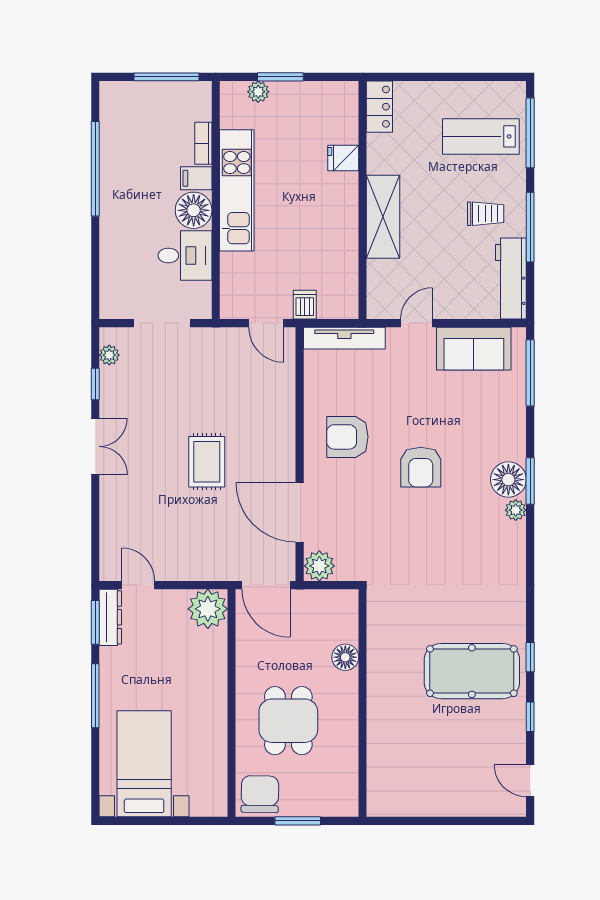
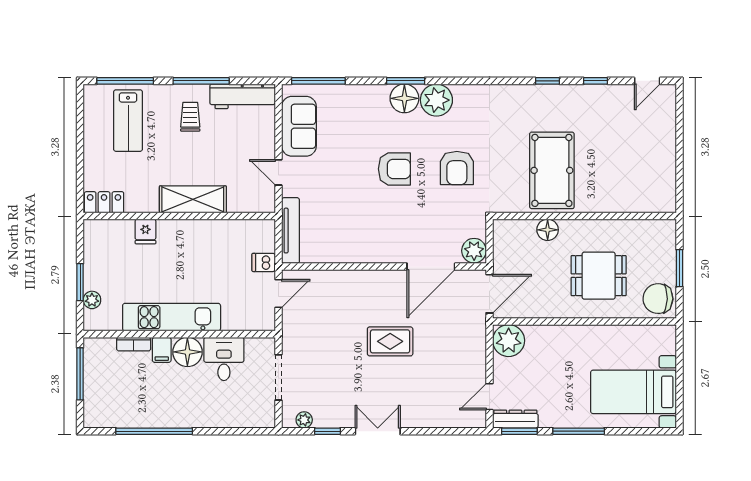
armchair: (347, 437) -> (457, 168), moved
plant: (516, 510) -> (436, 100), width x1.87, depth x1.87
pool table: (472, 671) -> (552, 170), moved

